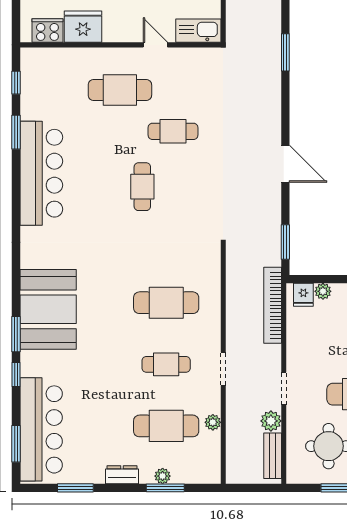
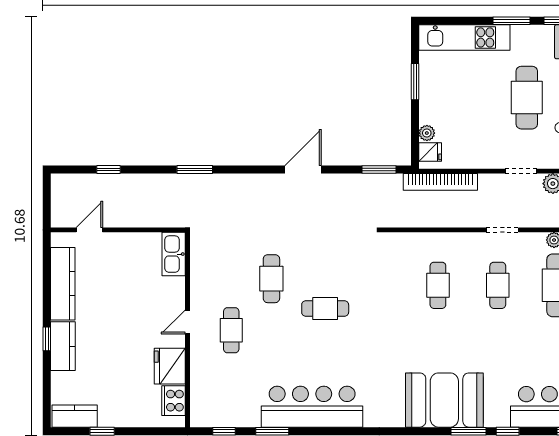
door: (155, 45) -> (187, 322), moved
cafe table: (120, 90) -> (231, 330), width x0.73, depth x0.74
cafe table: (166, 303) -> (438, 285), width x0.73, depth x0.74

